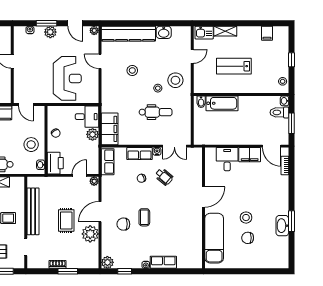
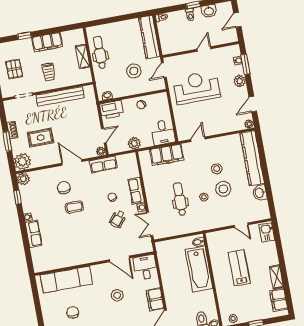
window: (47, 23) -> (245, 64), moved
shelving: (225, 31) -> (276, 277), moved
filing cabinet: (267, 33) -> (279, 300), width x2.00
door: (100, 61) -> (198, 139), moved
reception desk: (67, 78) -> (196, 87), moved, turned 180
stool: (175, 80) -> (223, 189), moved
bathtub: (222, 103) -> (199, 269), width x1.36, depth x1.36
dental chair: (156, 112) -> (180, 199), turned 180
filing cabinet: (110, 129) -> (167, 155), moved
plant: (93, 134) -> (134, 143), moved
stool: (31, 145) -> (134, 71), moved
desk: (227, 159) -> (145, 267), moved, turned -90
row of seats: (108, 162) -> (103, 164), moved
door: (79, 175) -> (104, 136), hinge flipped
door: (203, 197) -> (119, 259), moved
stool: (246, 218) -> (117, 295), moved
rug: (66, 220) -> (41, 138), moved
plant: (90, 234) -> (22, 162), moved

